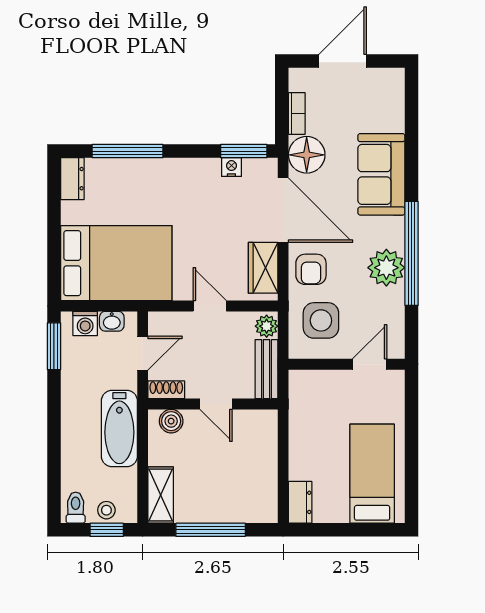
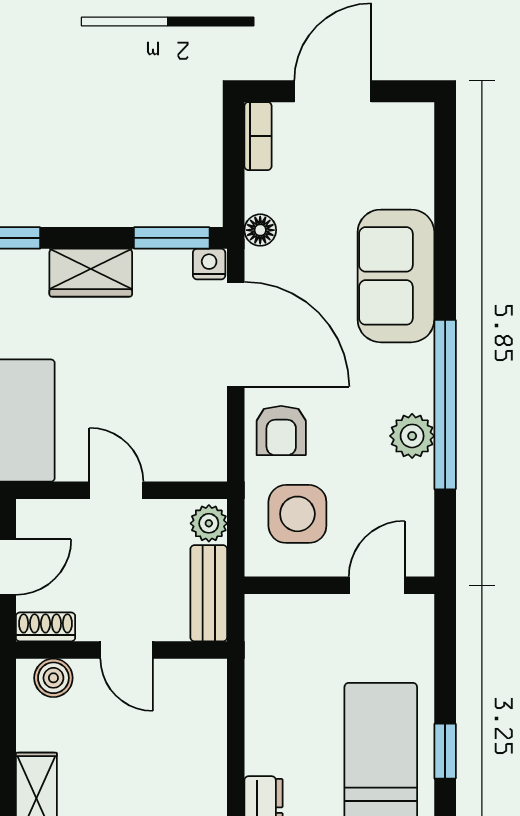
bookcase: (297, 113) -> (258, 136), moved
floor lamp: (307, 155) -> (260, 230), width x0.53, depth x0.53
nightstand: (231, 167) -> (209, 264), moved
wardrobe: (263, 268) -> (91, 273), moved, turned -90
plant: (386, 268) -> (412, 436), width x0.73, depth x0.73
window: (412, 466) -> (445, 751), added

